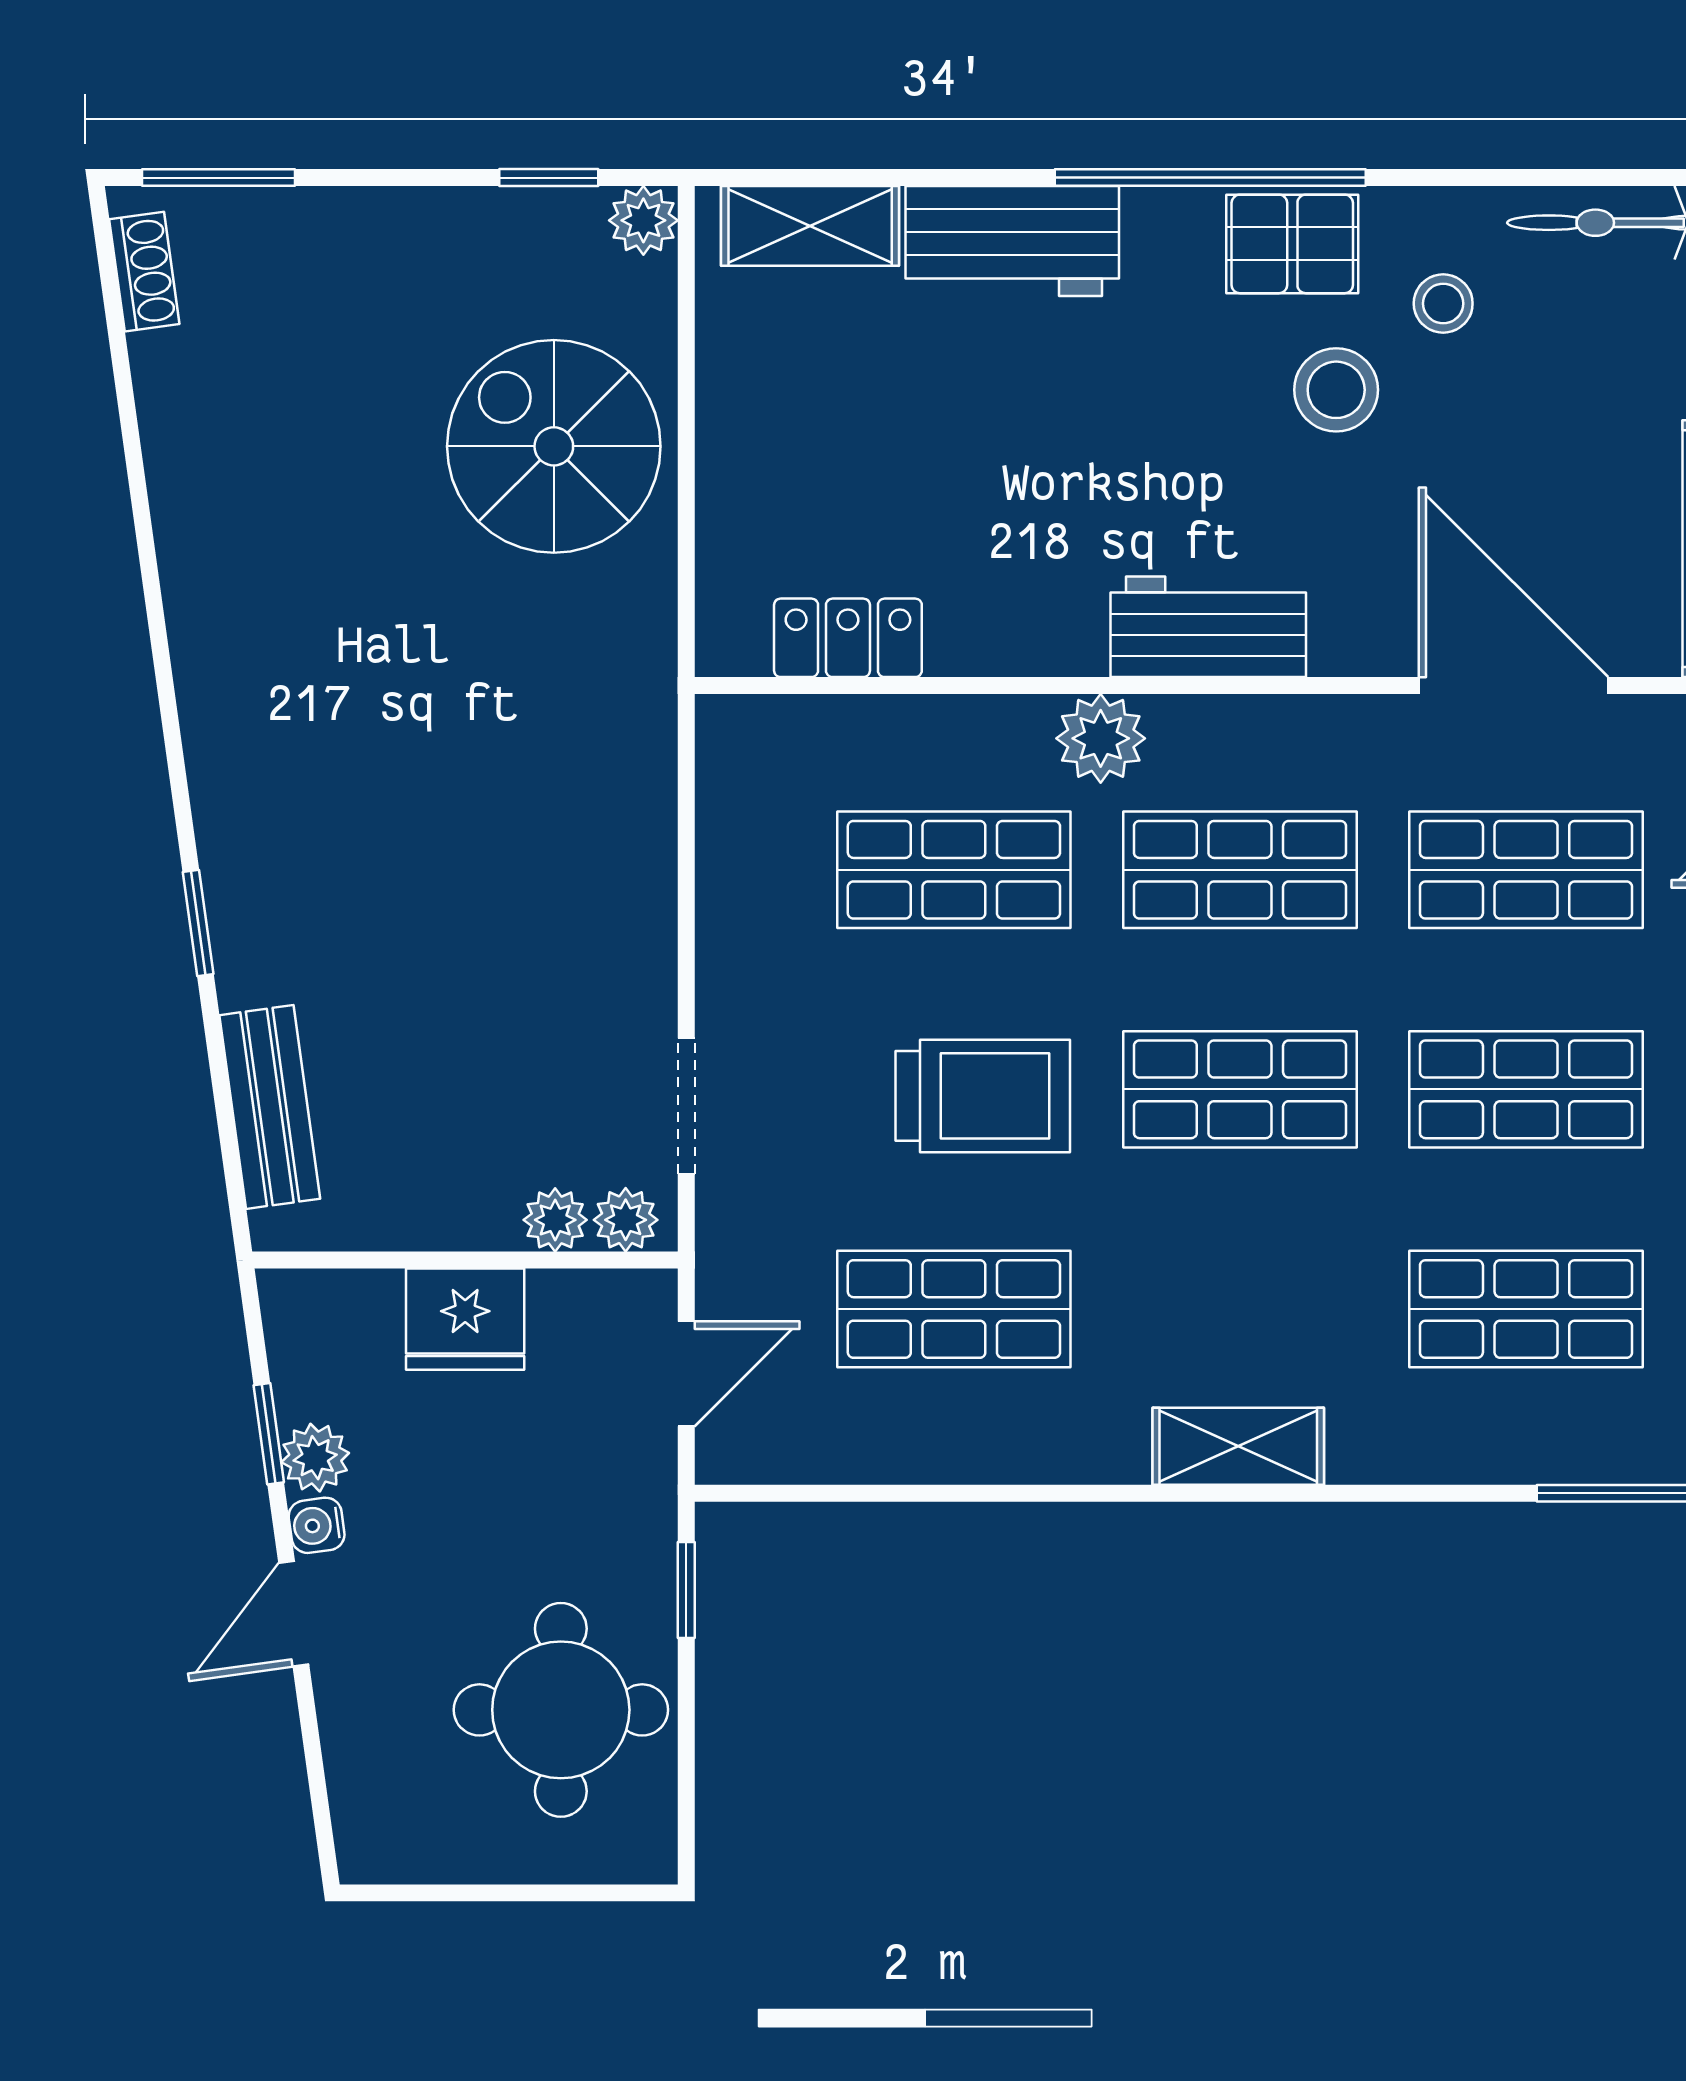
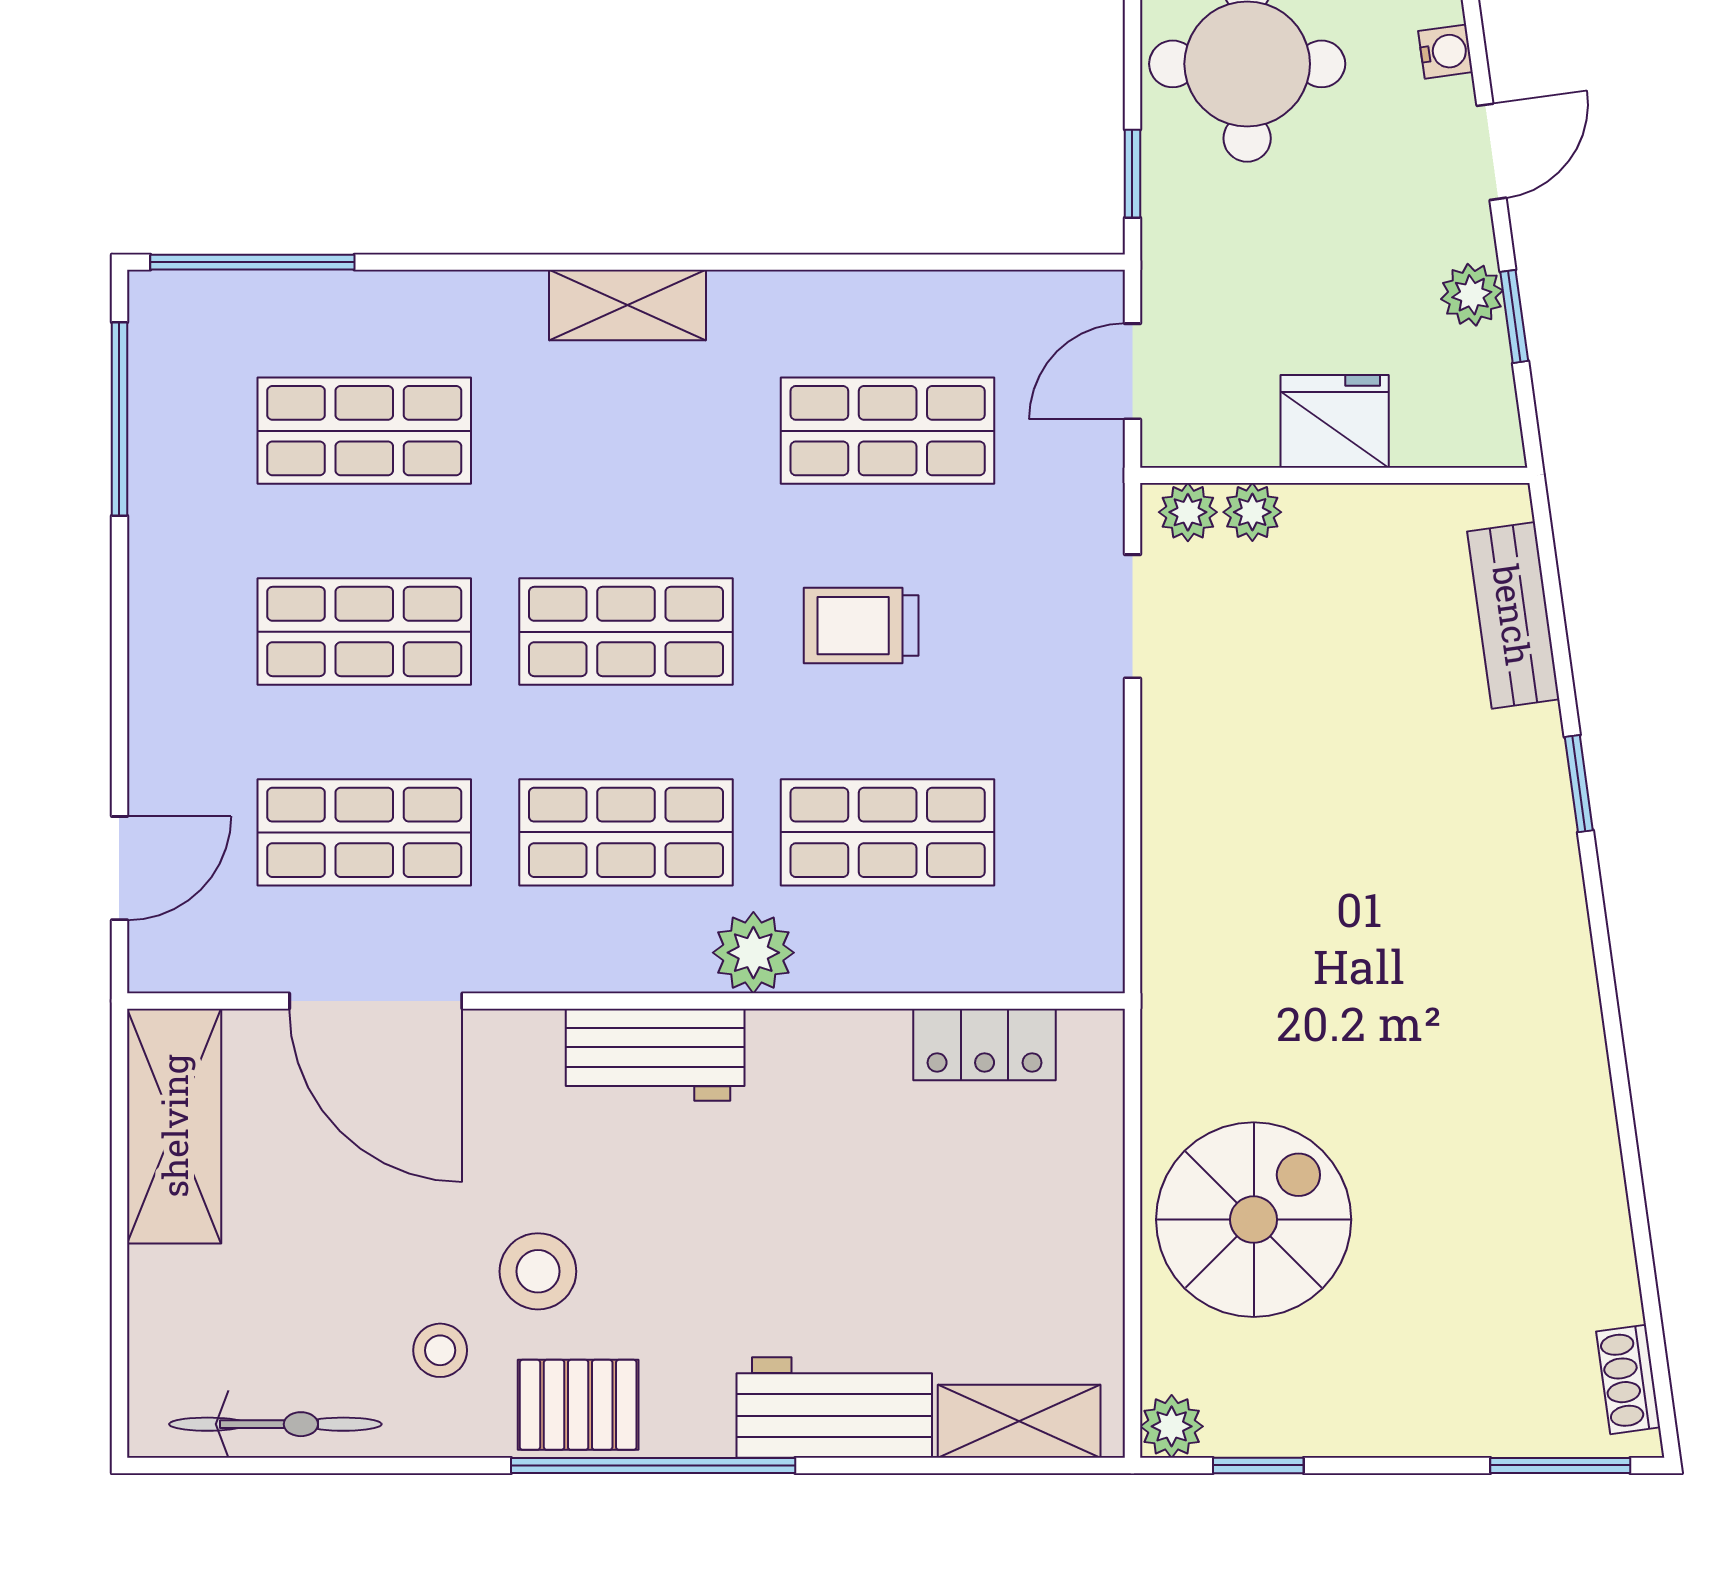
spiral stairs: (554, 446) -> (1254, 1220), turned -90
trolley: (983, 1096) -> (861, 626), width x0.73, depth x0.72
water cooler: (317, 1525) -> (1445, 52), moved

